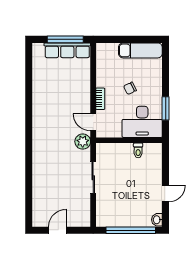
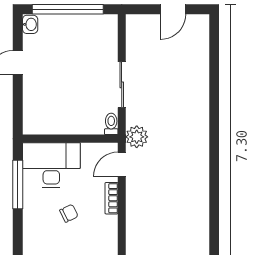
window: (166, 108) -> (18, 184), width x1.44
door: (93, 122) -> (122, 164), swing flipped
toilet: (138, 150) -> (111, 124), moved

